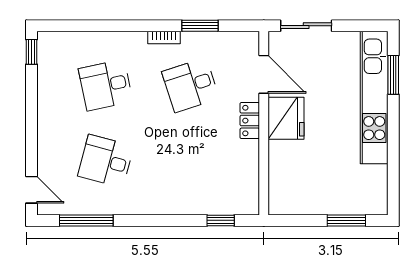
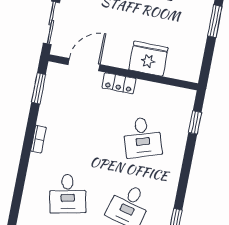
window: (200, 26) -> (39, 88), moved
desk: (191, 85) -> (142, 137), moved
fridge: (286, 118) -> (148, 59), moved

